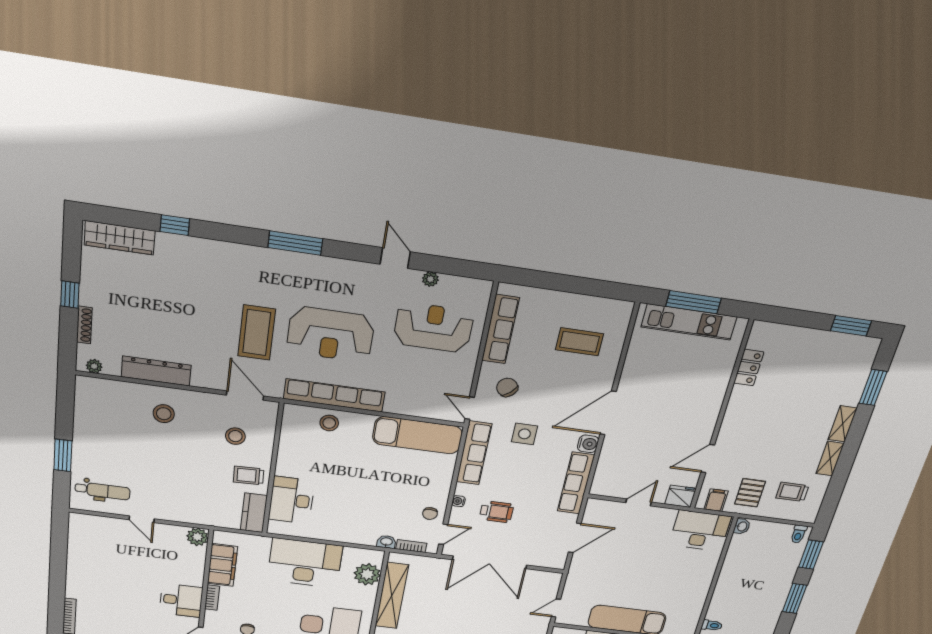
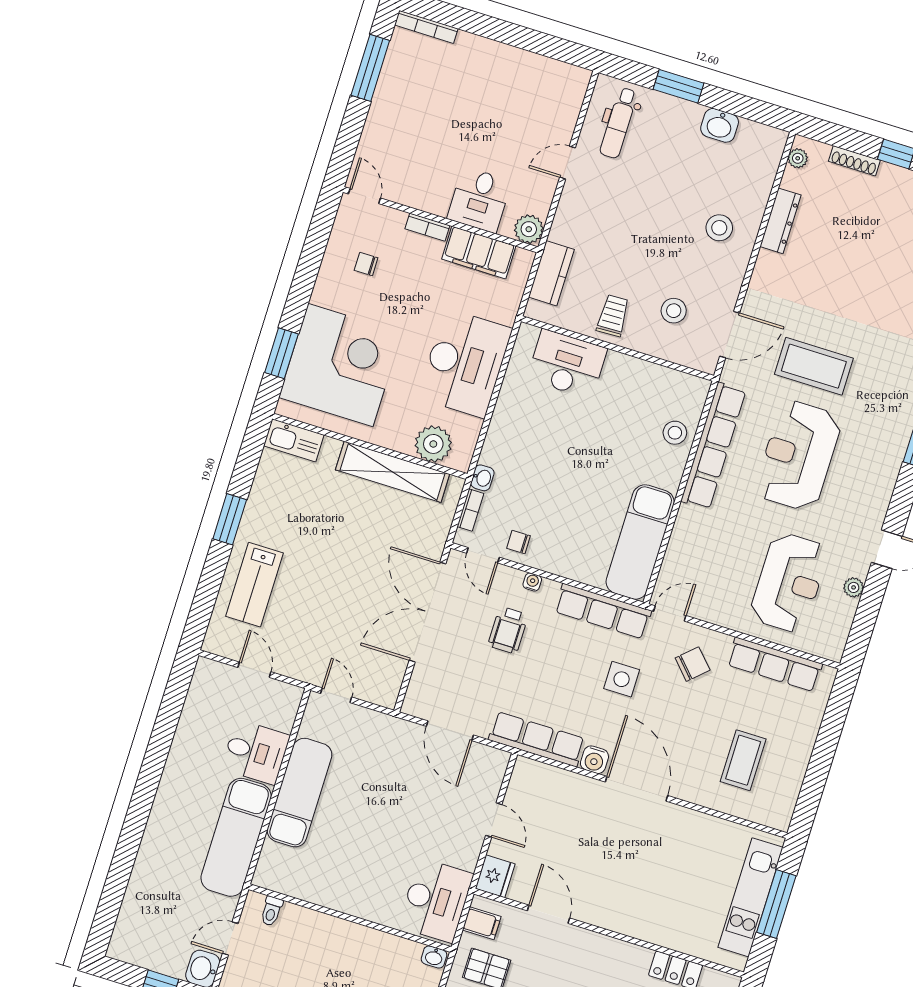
dresser: (156, 371) -> (781, 221), width x0.73, depth x0.80
washbasin: (84, 424) -> (720, 125), added
kitchen counter: (254, 513) -> (551, 273), moved, turned 90
desk: (181, 600) -> (479, 200), moved

